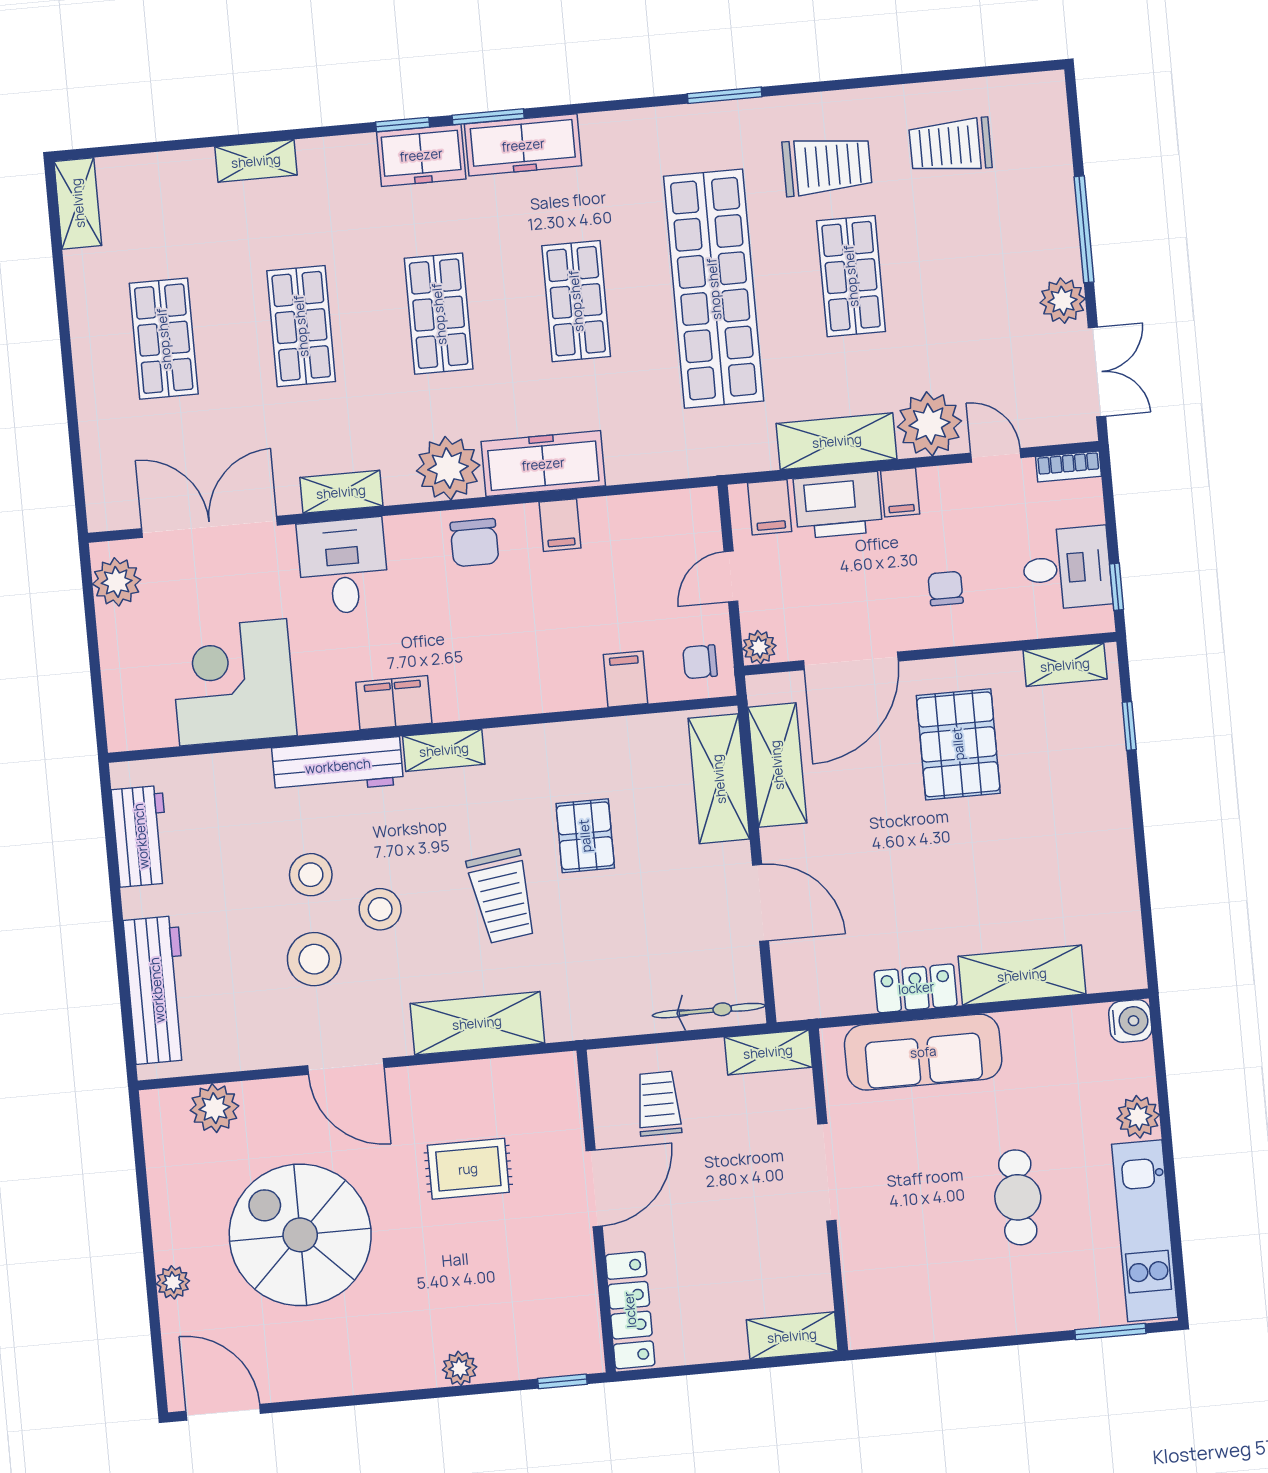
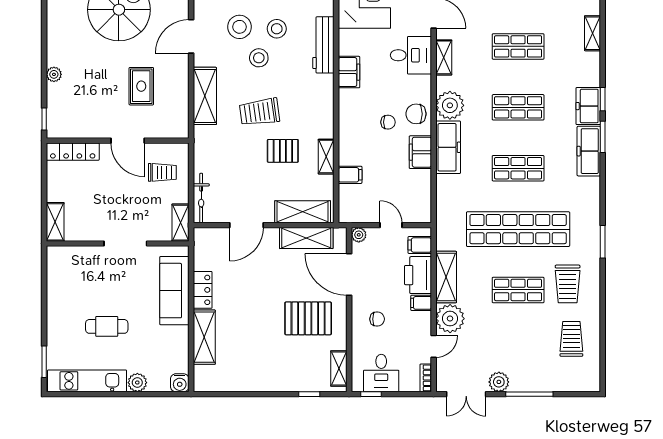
filing cabinet: (560, 525) -> (420, 152), width x2.00
chair: (700, 662) -> (388, 122), moved, turned 90
shelving: (444, 750) -> (326, 157), moved

